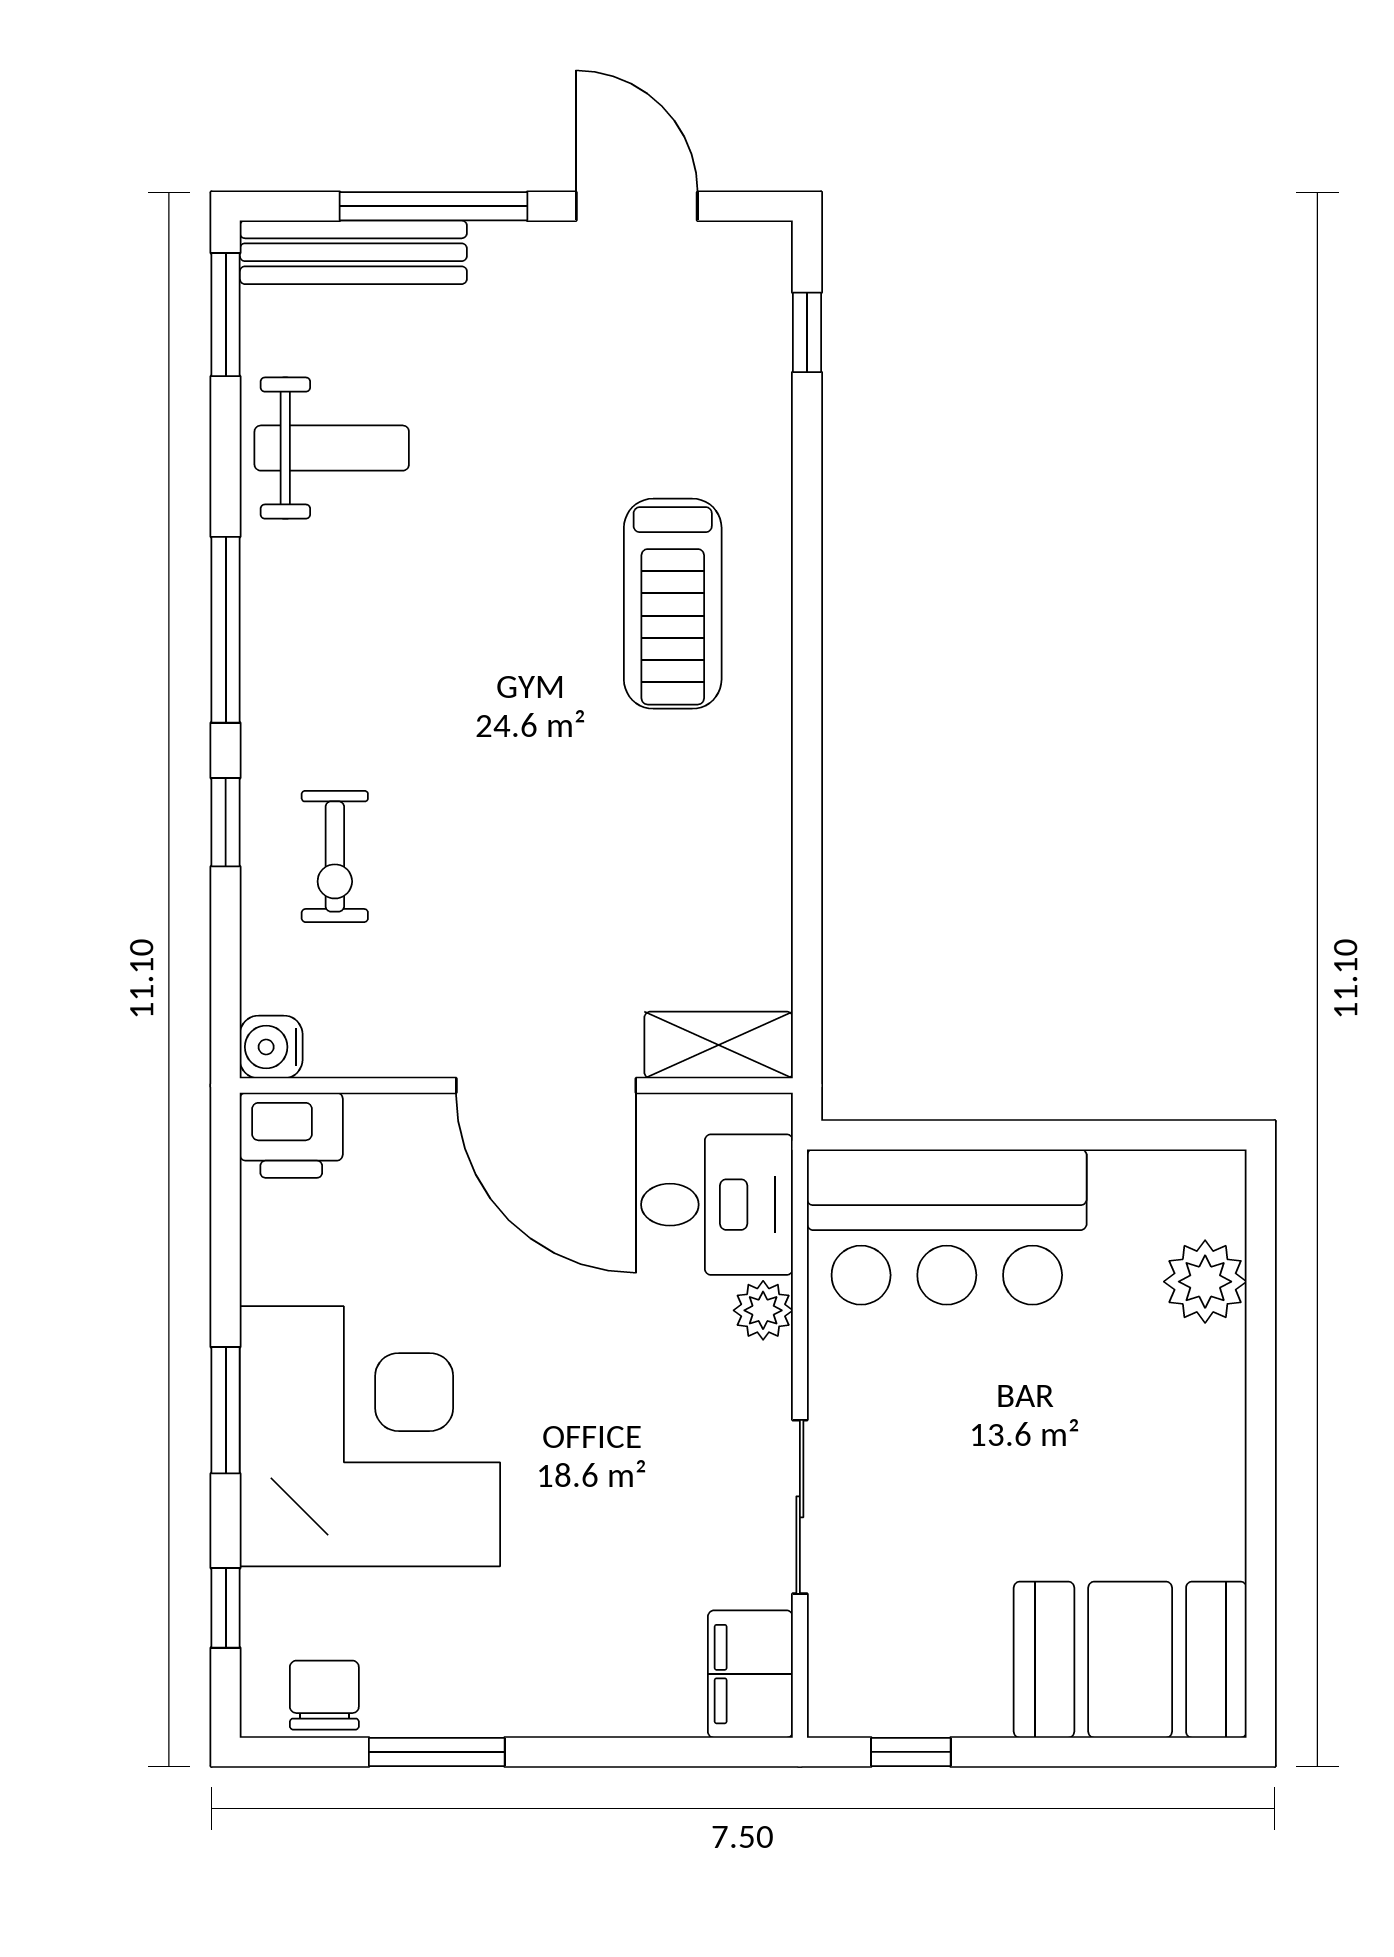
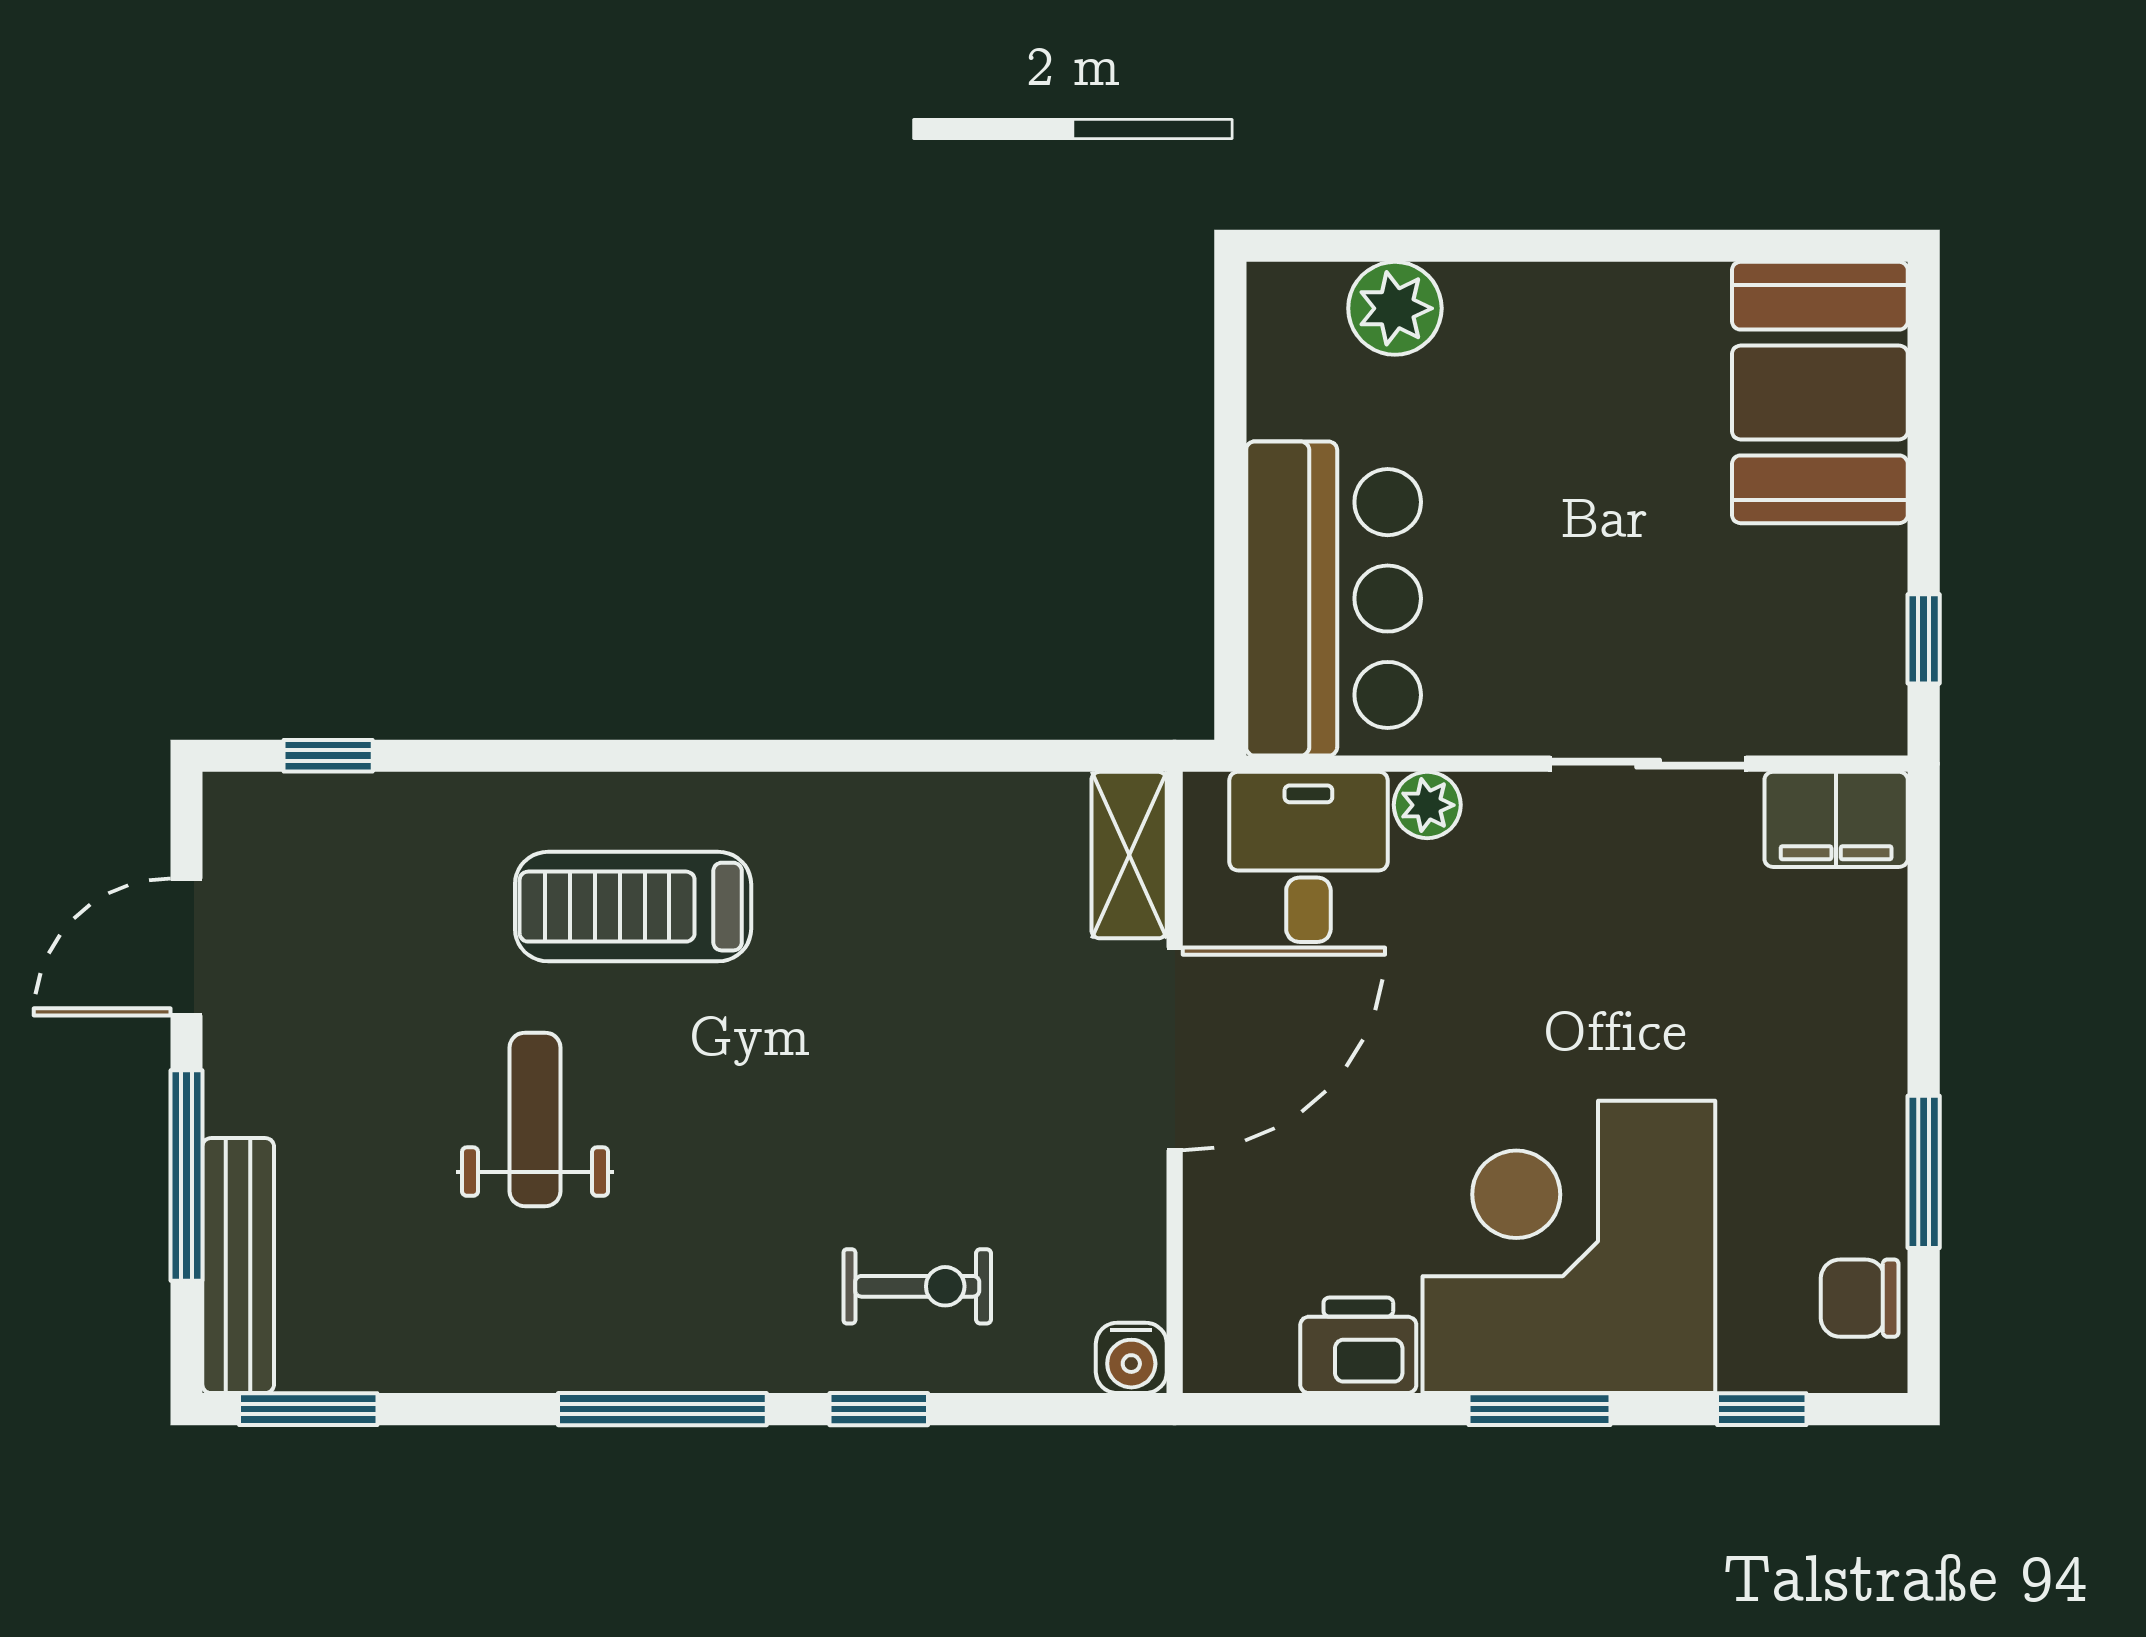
weight bench: (332, 448) -> (535, 1119), moved
treadmill: (673, 604) -> (633, 907), turned 180
printer: (291, 1135) -> (1358, 1345), moved, turned -90

